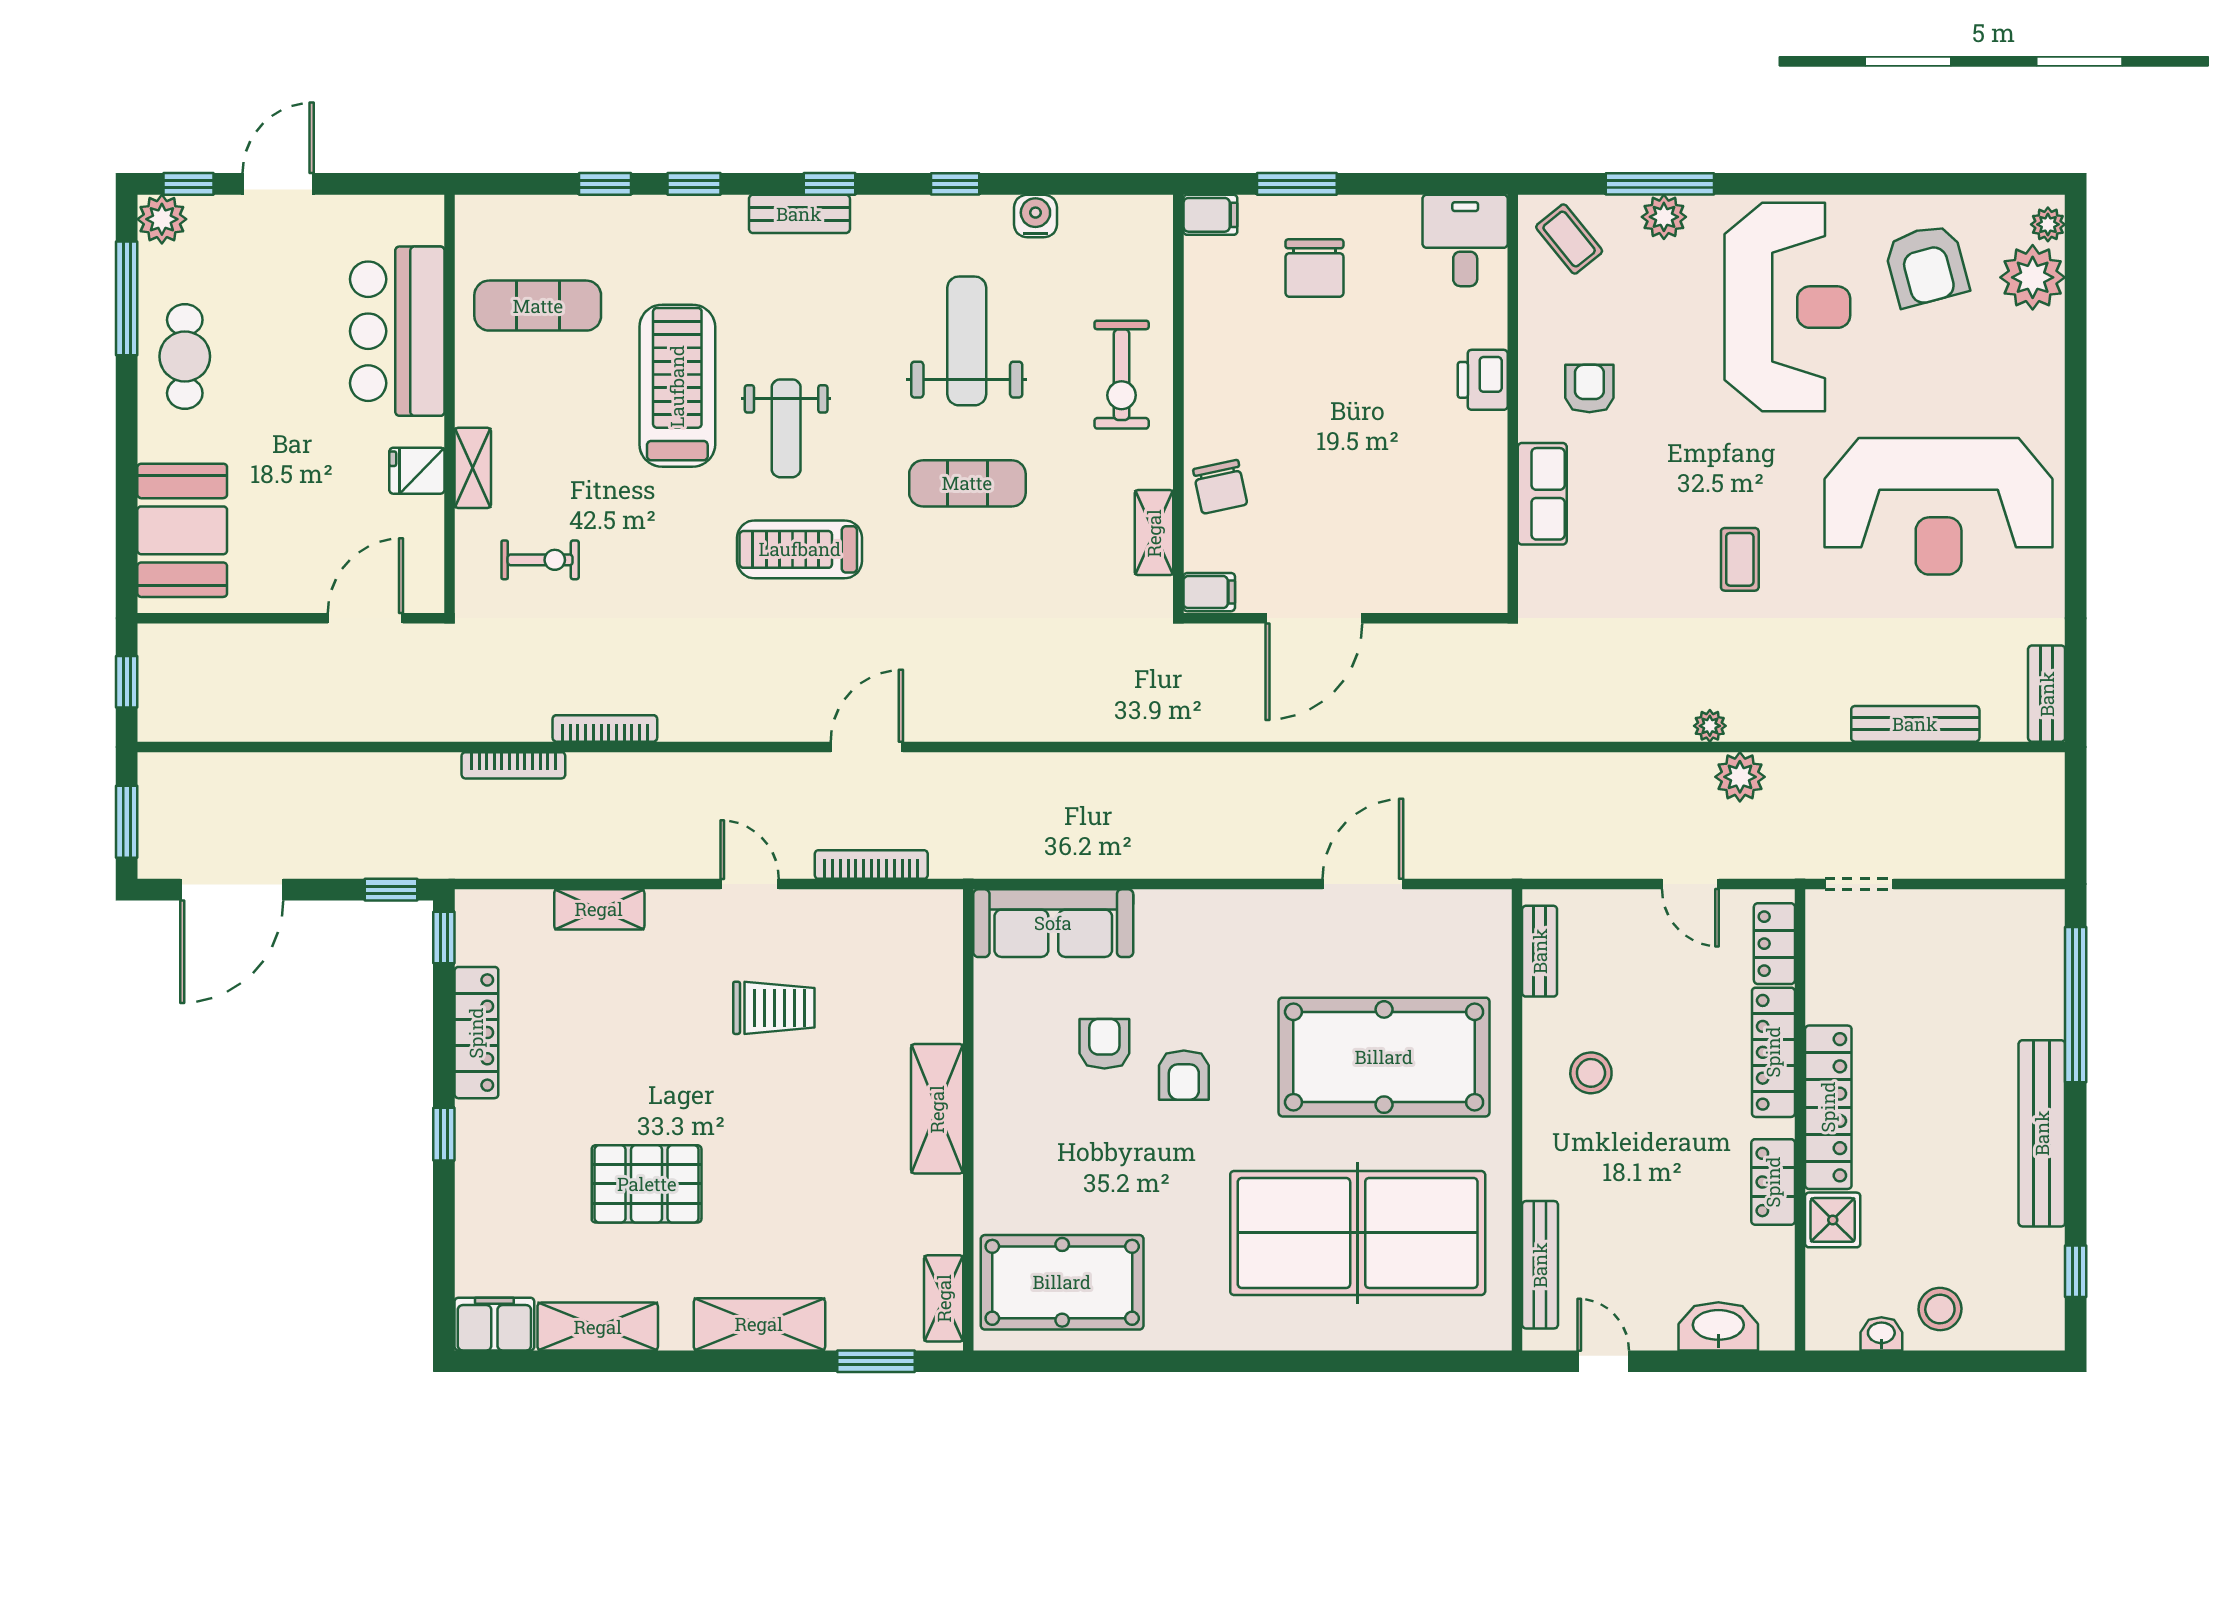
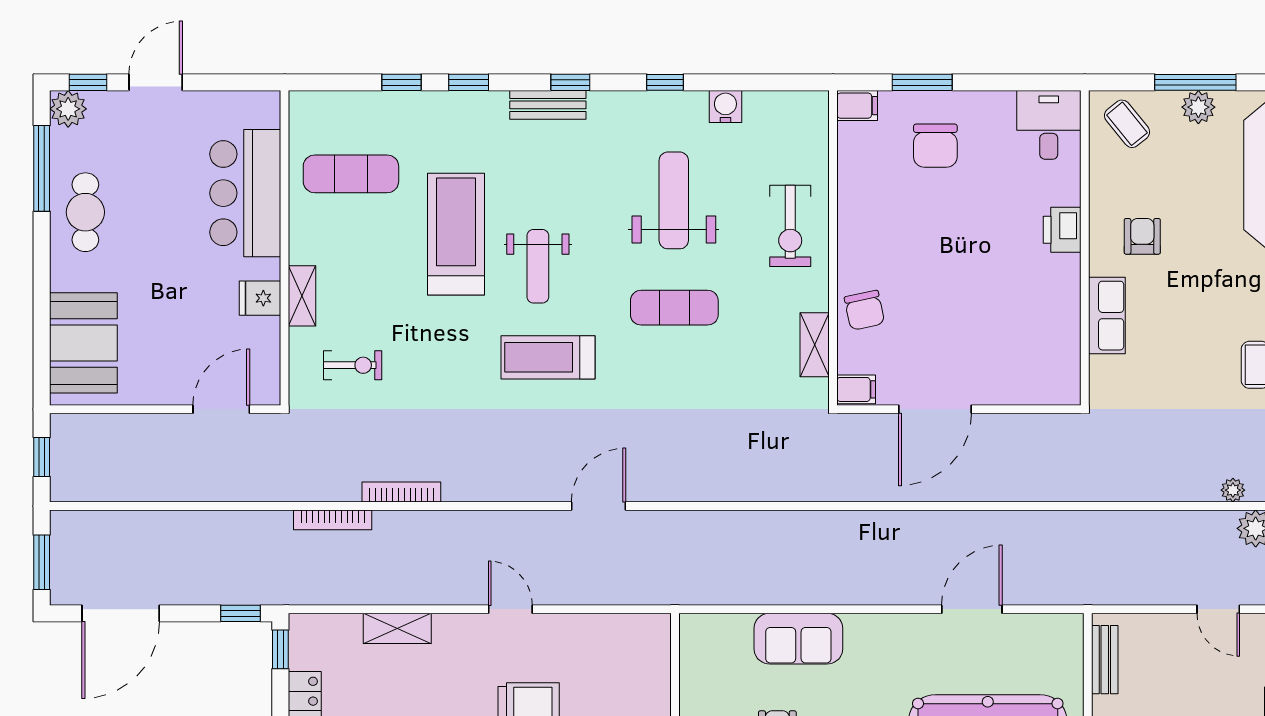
bookcase: (871, 865) -> (602, 594), removed
sofa: (1053, 923) -> (798, 639), moved, width x0.73

